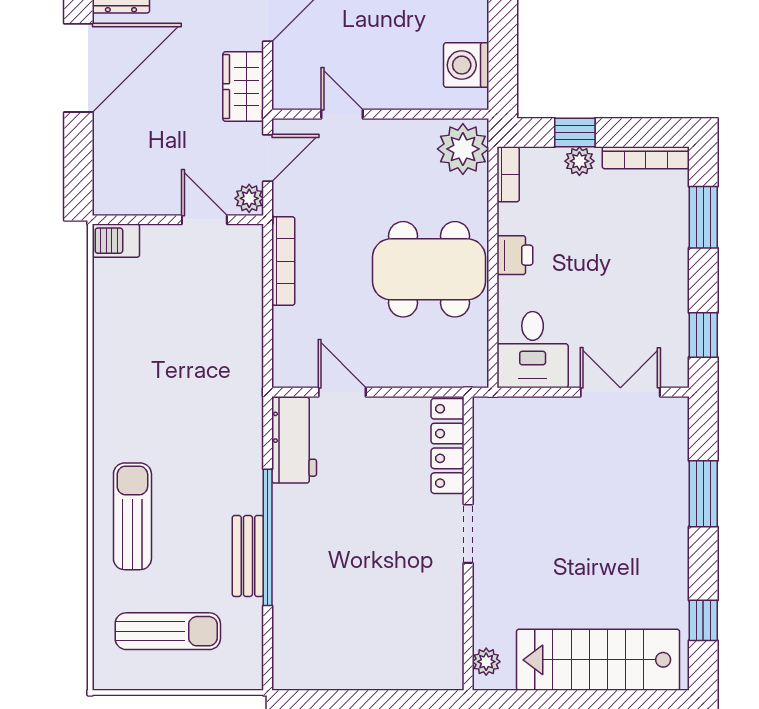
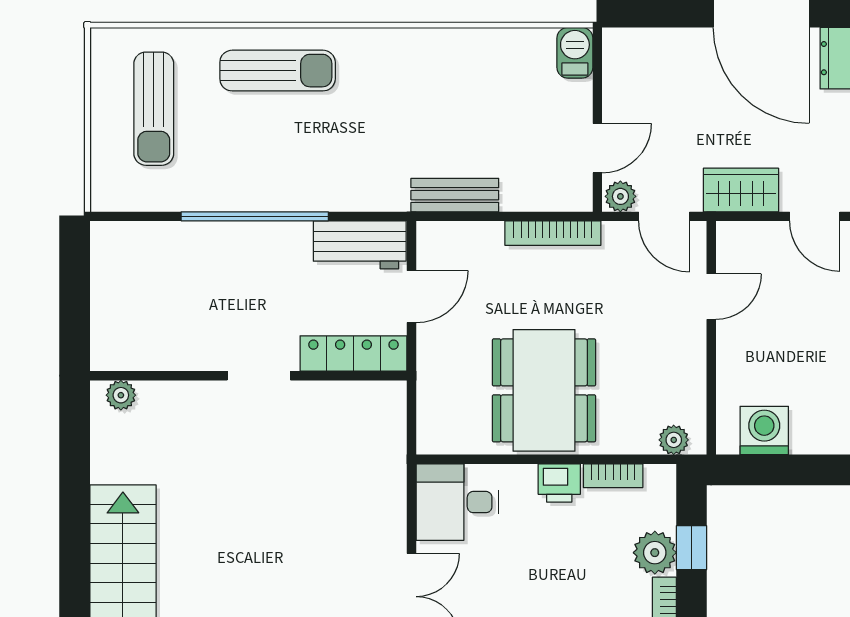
plant: (463, 149) -> (674, 440), width x0.53, depth x0.53
plant: (579, 161) -> (655, 553), width x1.38, depth x1.38
bookcase: (508, 174) -> (613, 476), moved
locker: (448, 446) -> (353, 353), moved
doorway: (468, 534) -> (259, 376), moved
wall: (468, 543) -> (248, 376), moved
bench: (248, 556) -> (455, 195), moved
plant: (486, 662) -> (121, 395), moved

